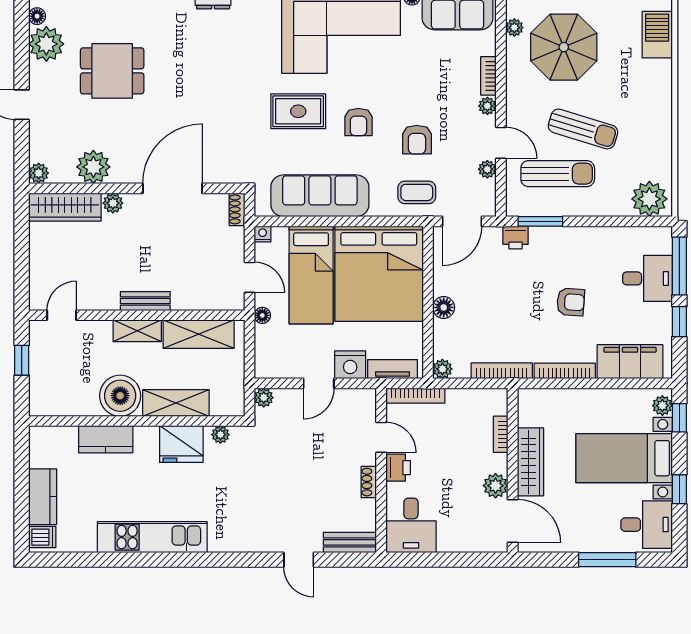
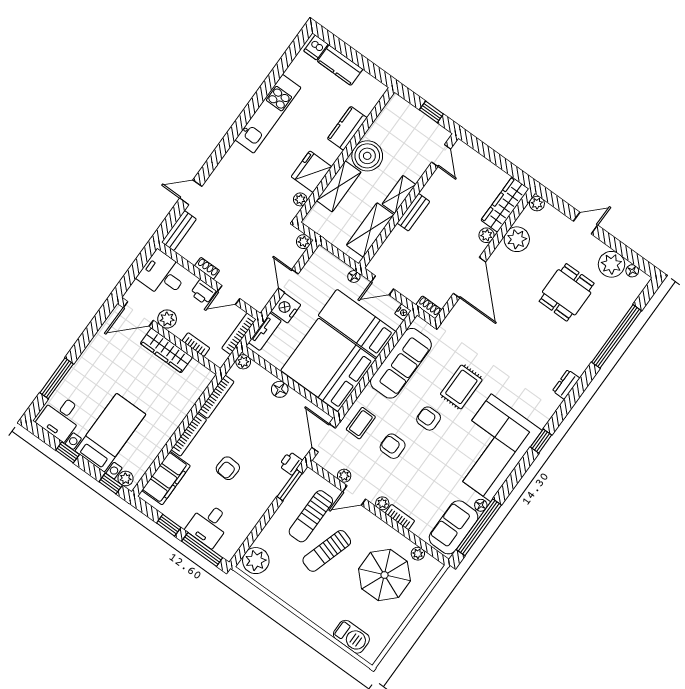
bookcase: (501, 434) -> (196, 345), moved
wardrobe: (530, 462) -> (166, 350), moved
wall: (513, 470) -> (169, 336), moved
plant: (496, 486) -> (167, 319), moved
door: (513, 521) -> (138, 314), moved

